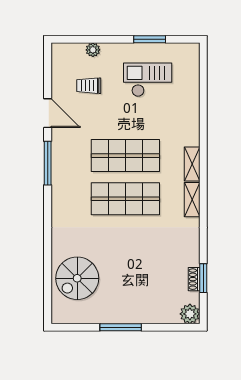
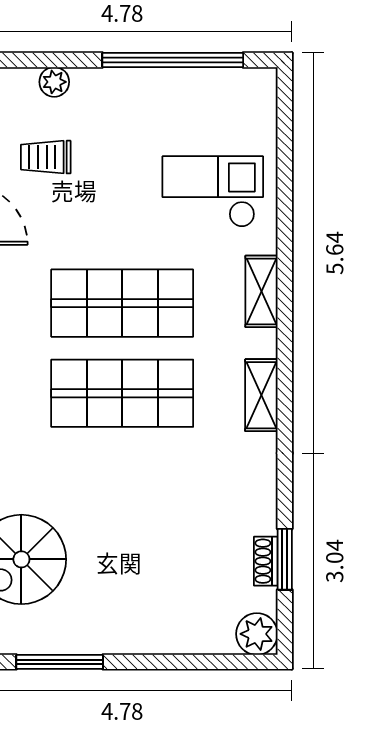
window: (150, 39) -> (173, 60), width x2.11
checkout: (148, 80) -> (213, 192), moved
shelving: (192, 164) -> (262, 291), moved
window: (121, 327) -> (60, 662), moved

